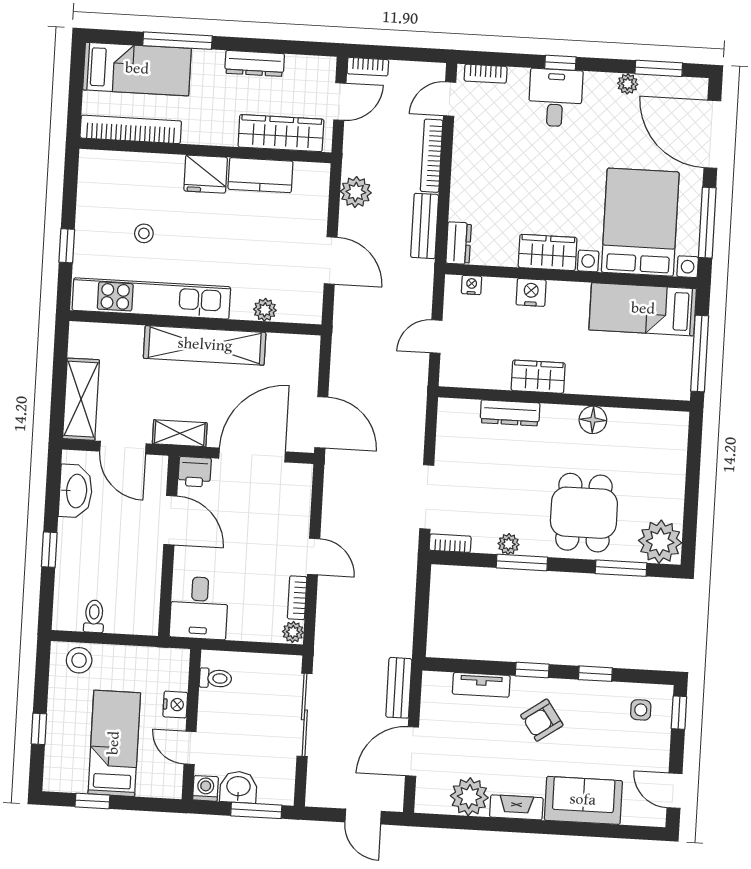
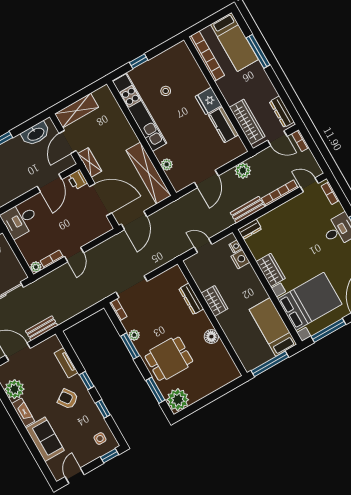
dresser: (255, 63) -> (282, 112), moved
nightstand: (531, 292) -> (240, 259), moved
shelving: (205, 345) -> (149, 173), moved

